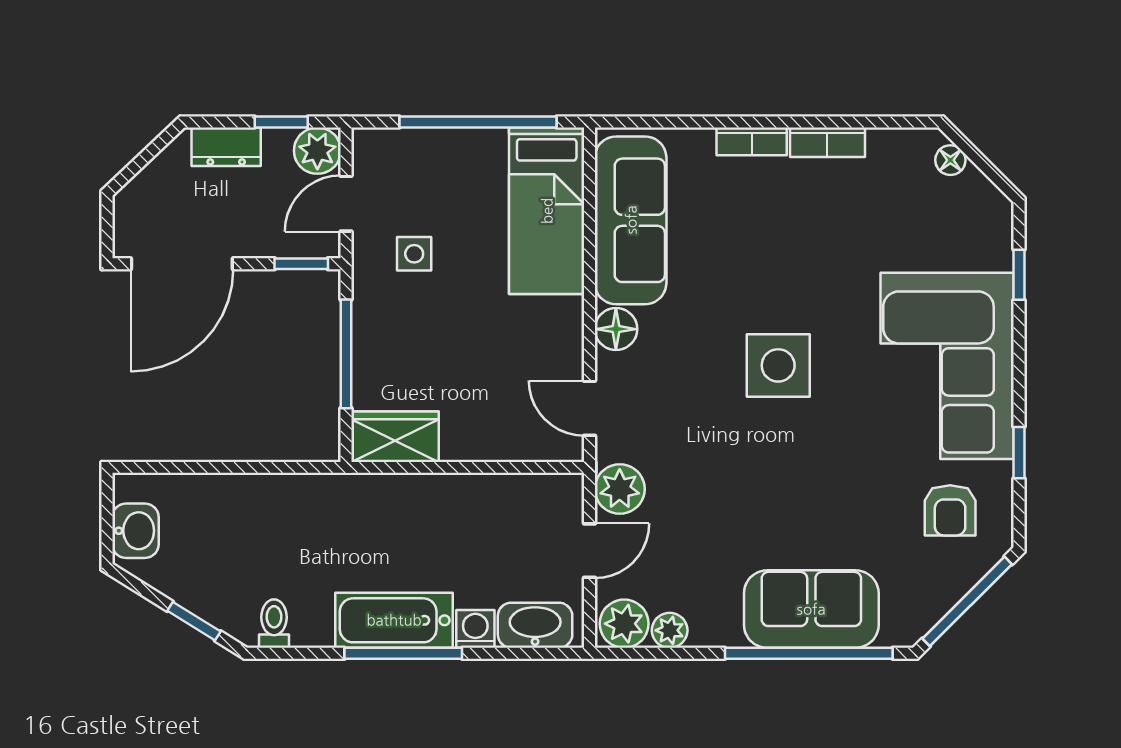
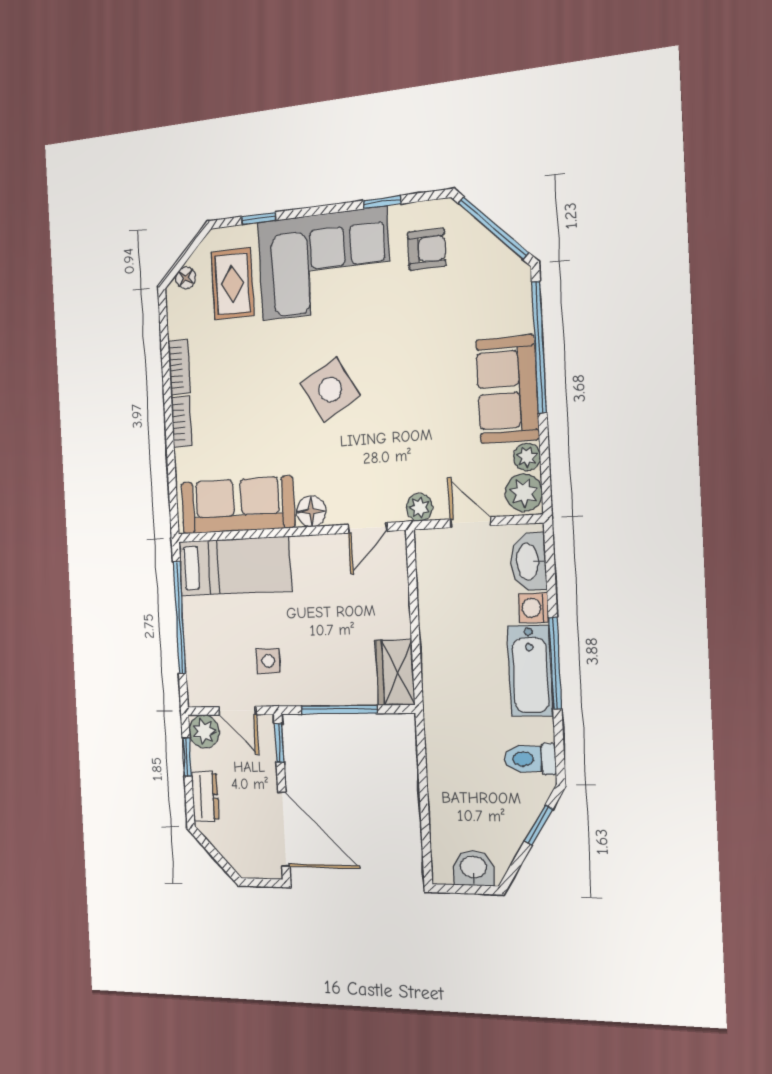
rug: (935, 230) -> (232, 284), added
side table: (778, 365) -> (330, 390), turned -30
plant: (620, 489) -> (419, 507), width x0.73, depth x0.73
sofa: (811, 609) -> (507, 390), moved
toilet: (274, 624) -> (530, 759), width x1.37, depth x1.39

